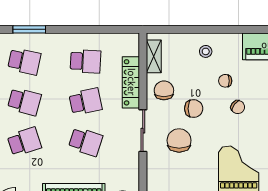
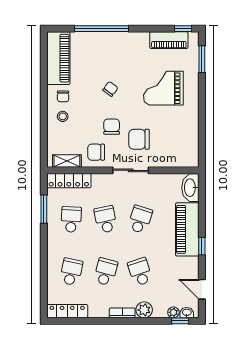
window: (29, 29) -> (44, 209), moved
chair: (225, 81) -> (63, 96), moved
locker: (131, 82) -> (69, 181), moved

